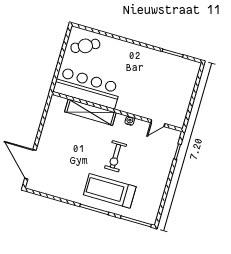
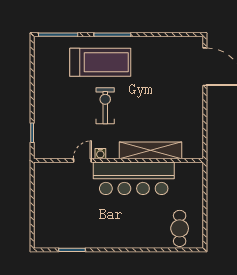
cafe table: (85, 46) -> (180, 228), turned -63
bar counter: (87, 88) -> (134, 178), moved
door: (158, 123) -> (82, 160), moved

